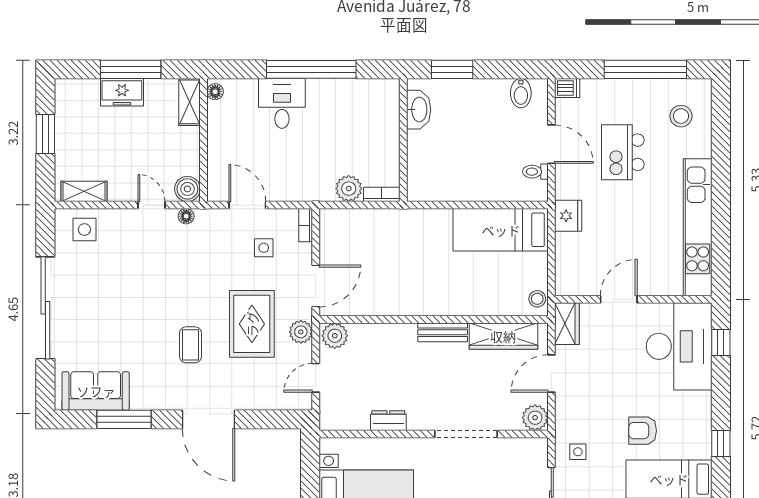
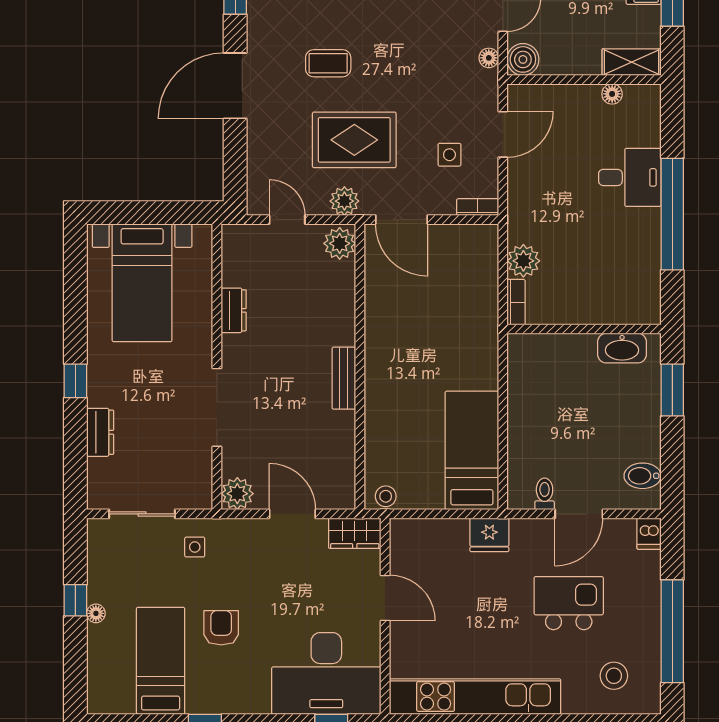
floor lamp: (215, 92) -> (612, 94), moved
wardrobe: (503, 336) -> (339, 454), removed

